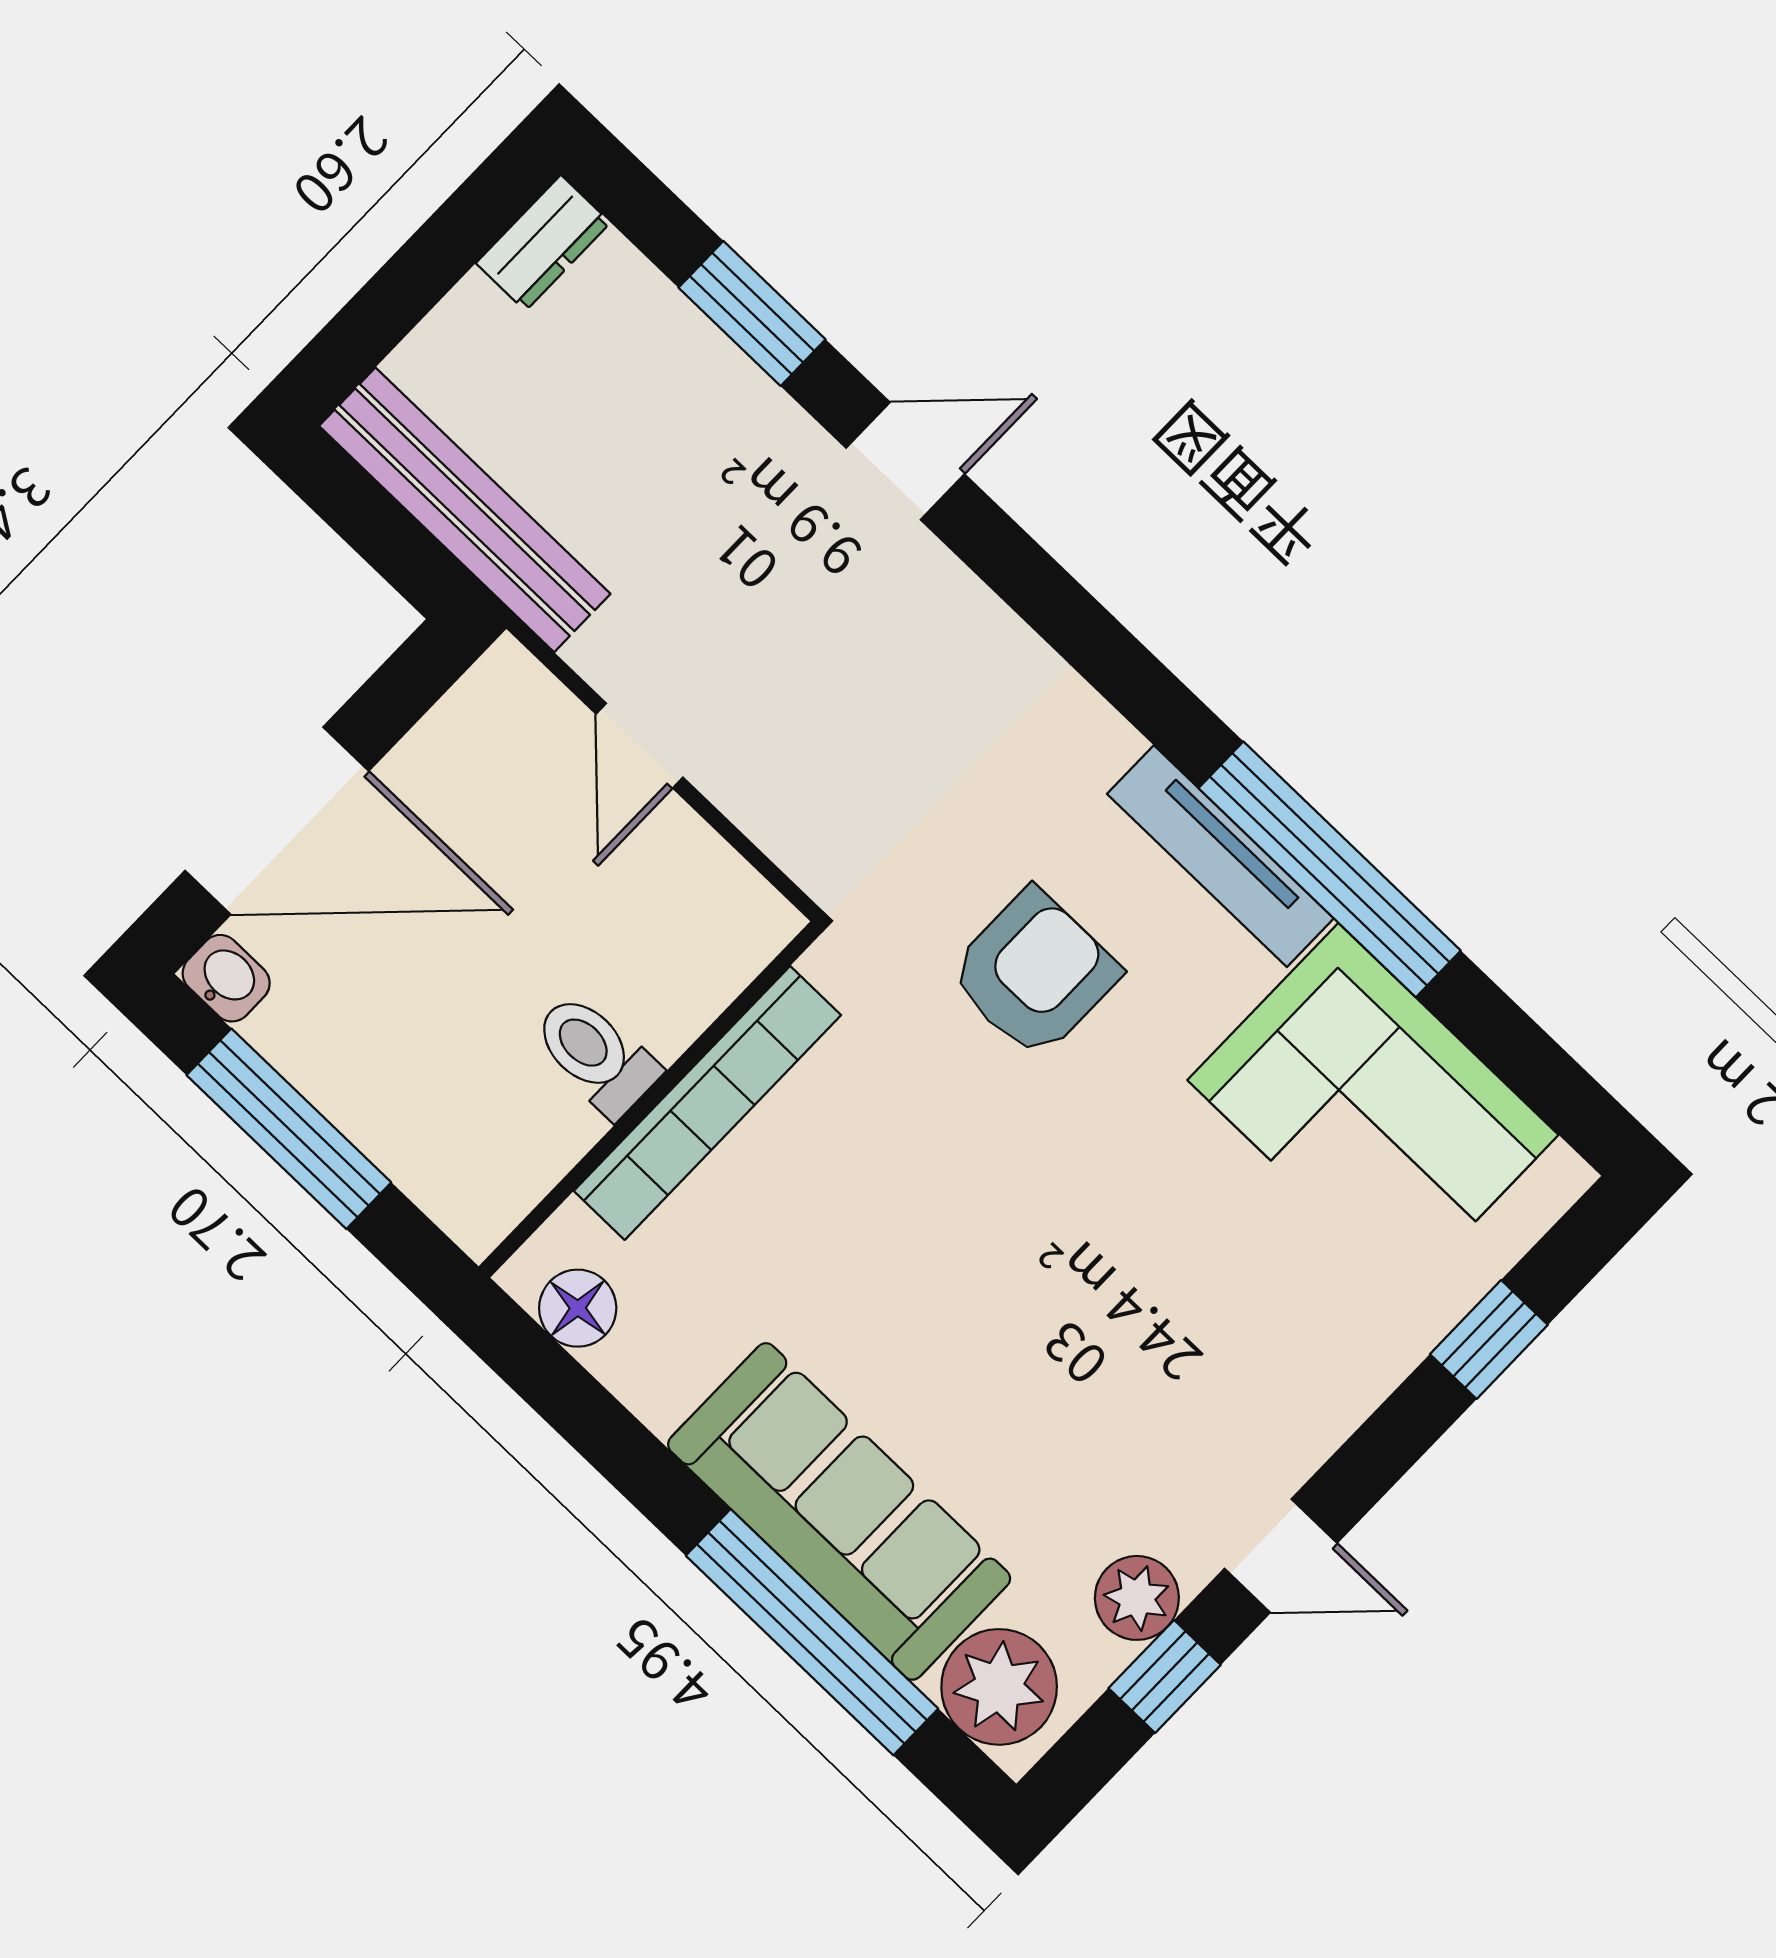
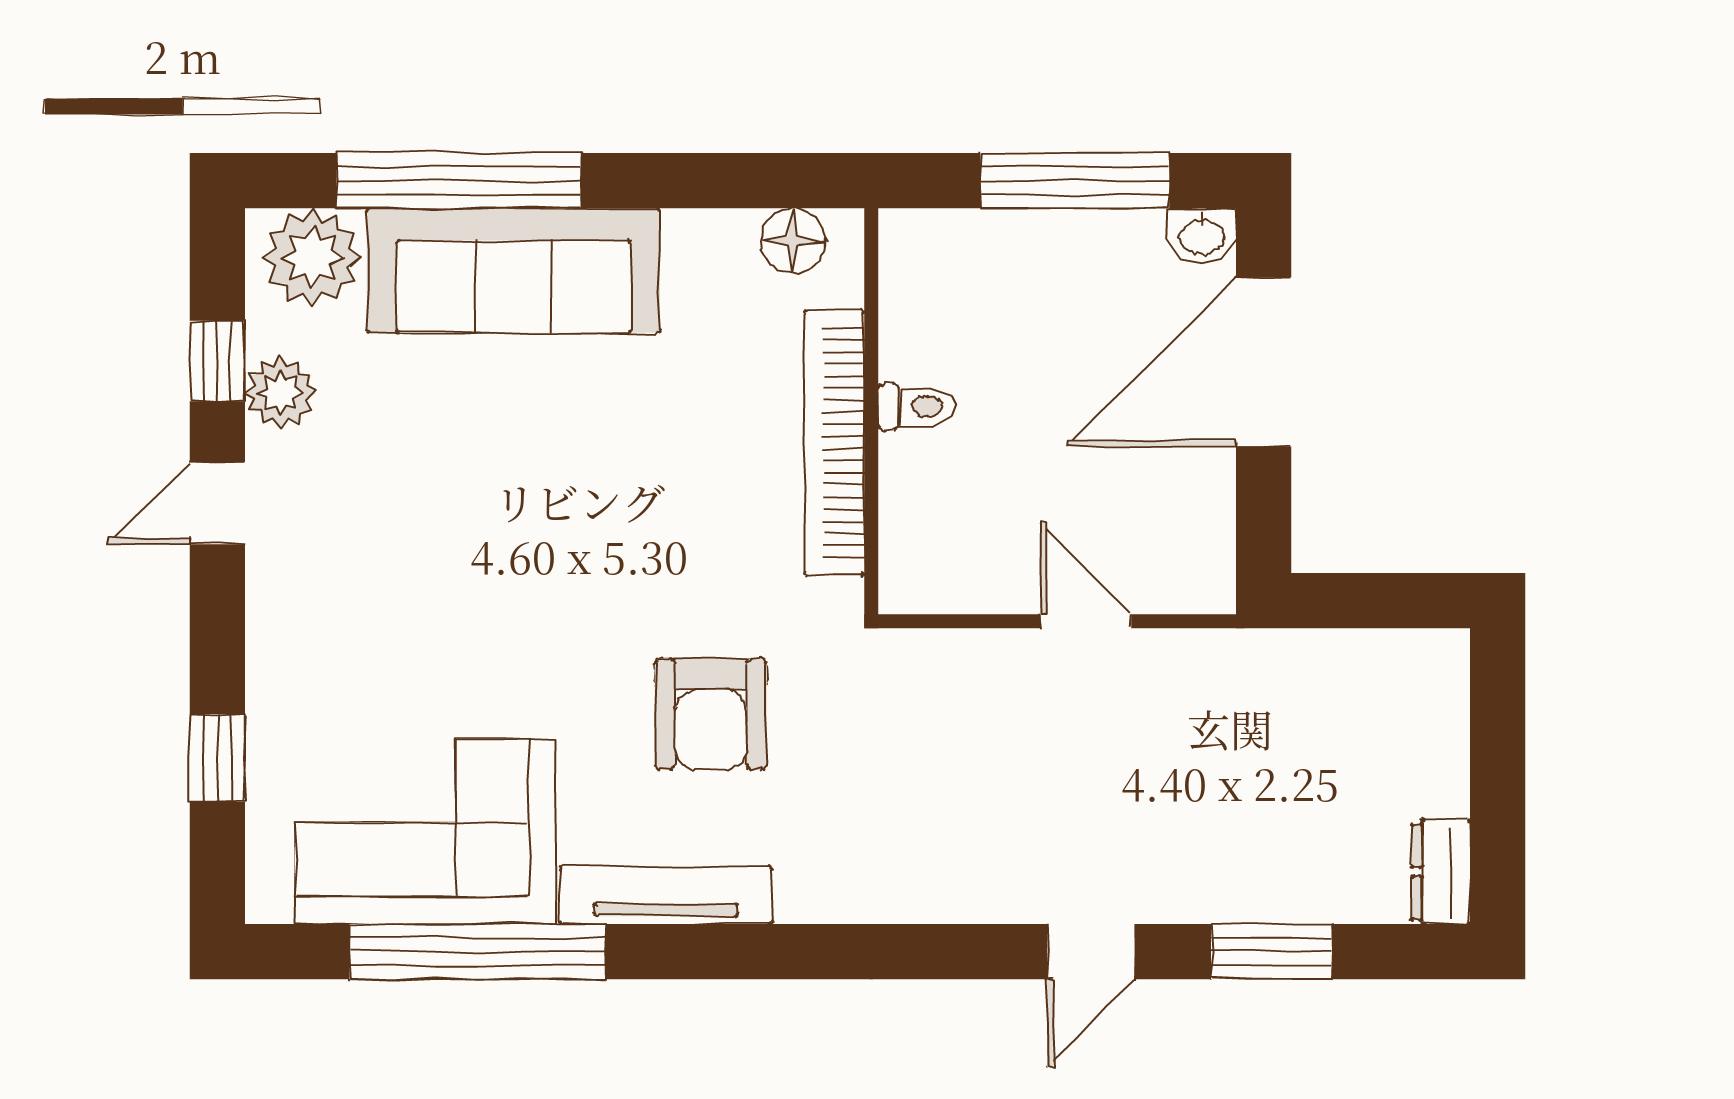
bench: (465, 510) -> (1332, 663), removed
window: (1330, 869) -> (478, 952), moved
toilet: (596, 1055) -> (916, 407), width x0.73, depth x0.72

